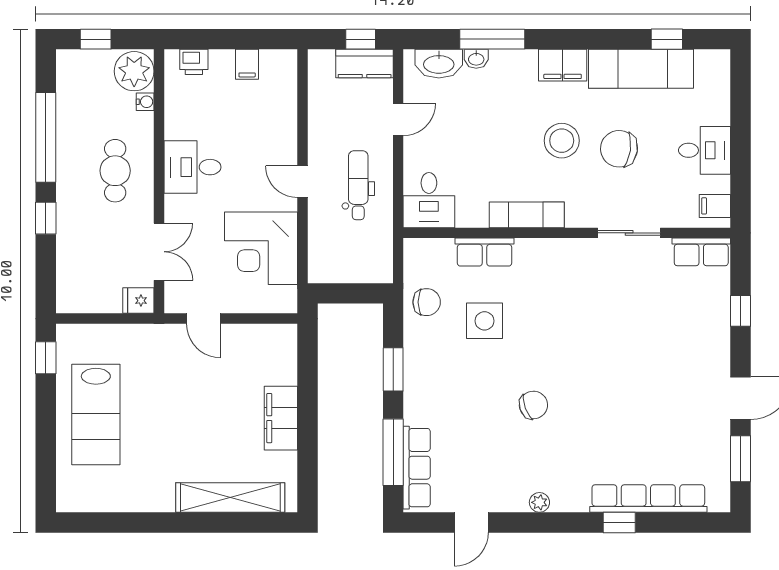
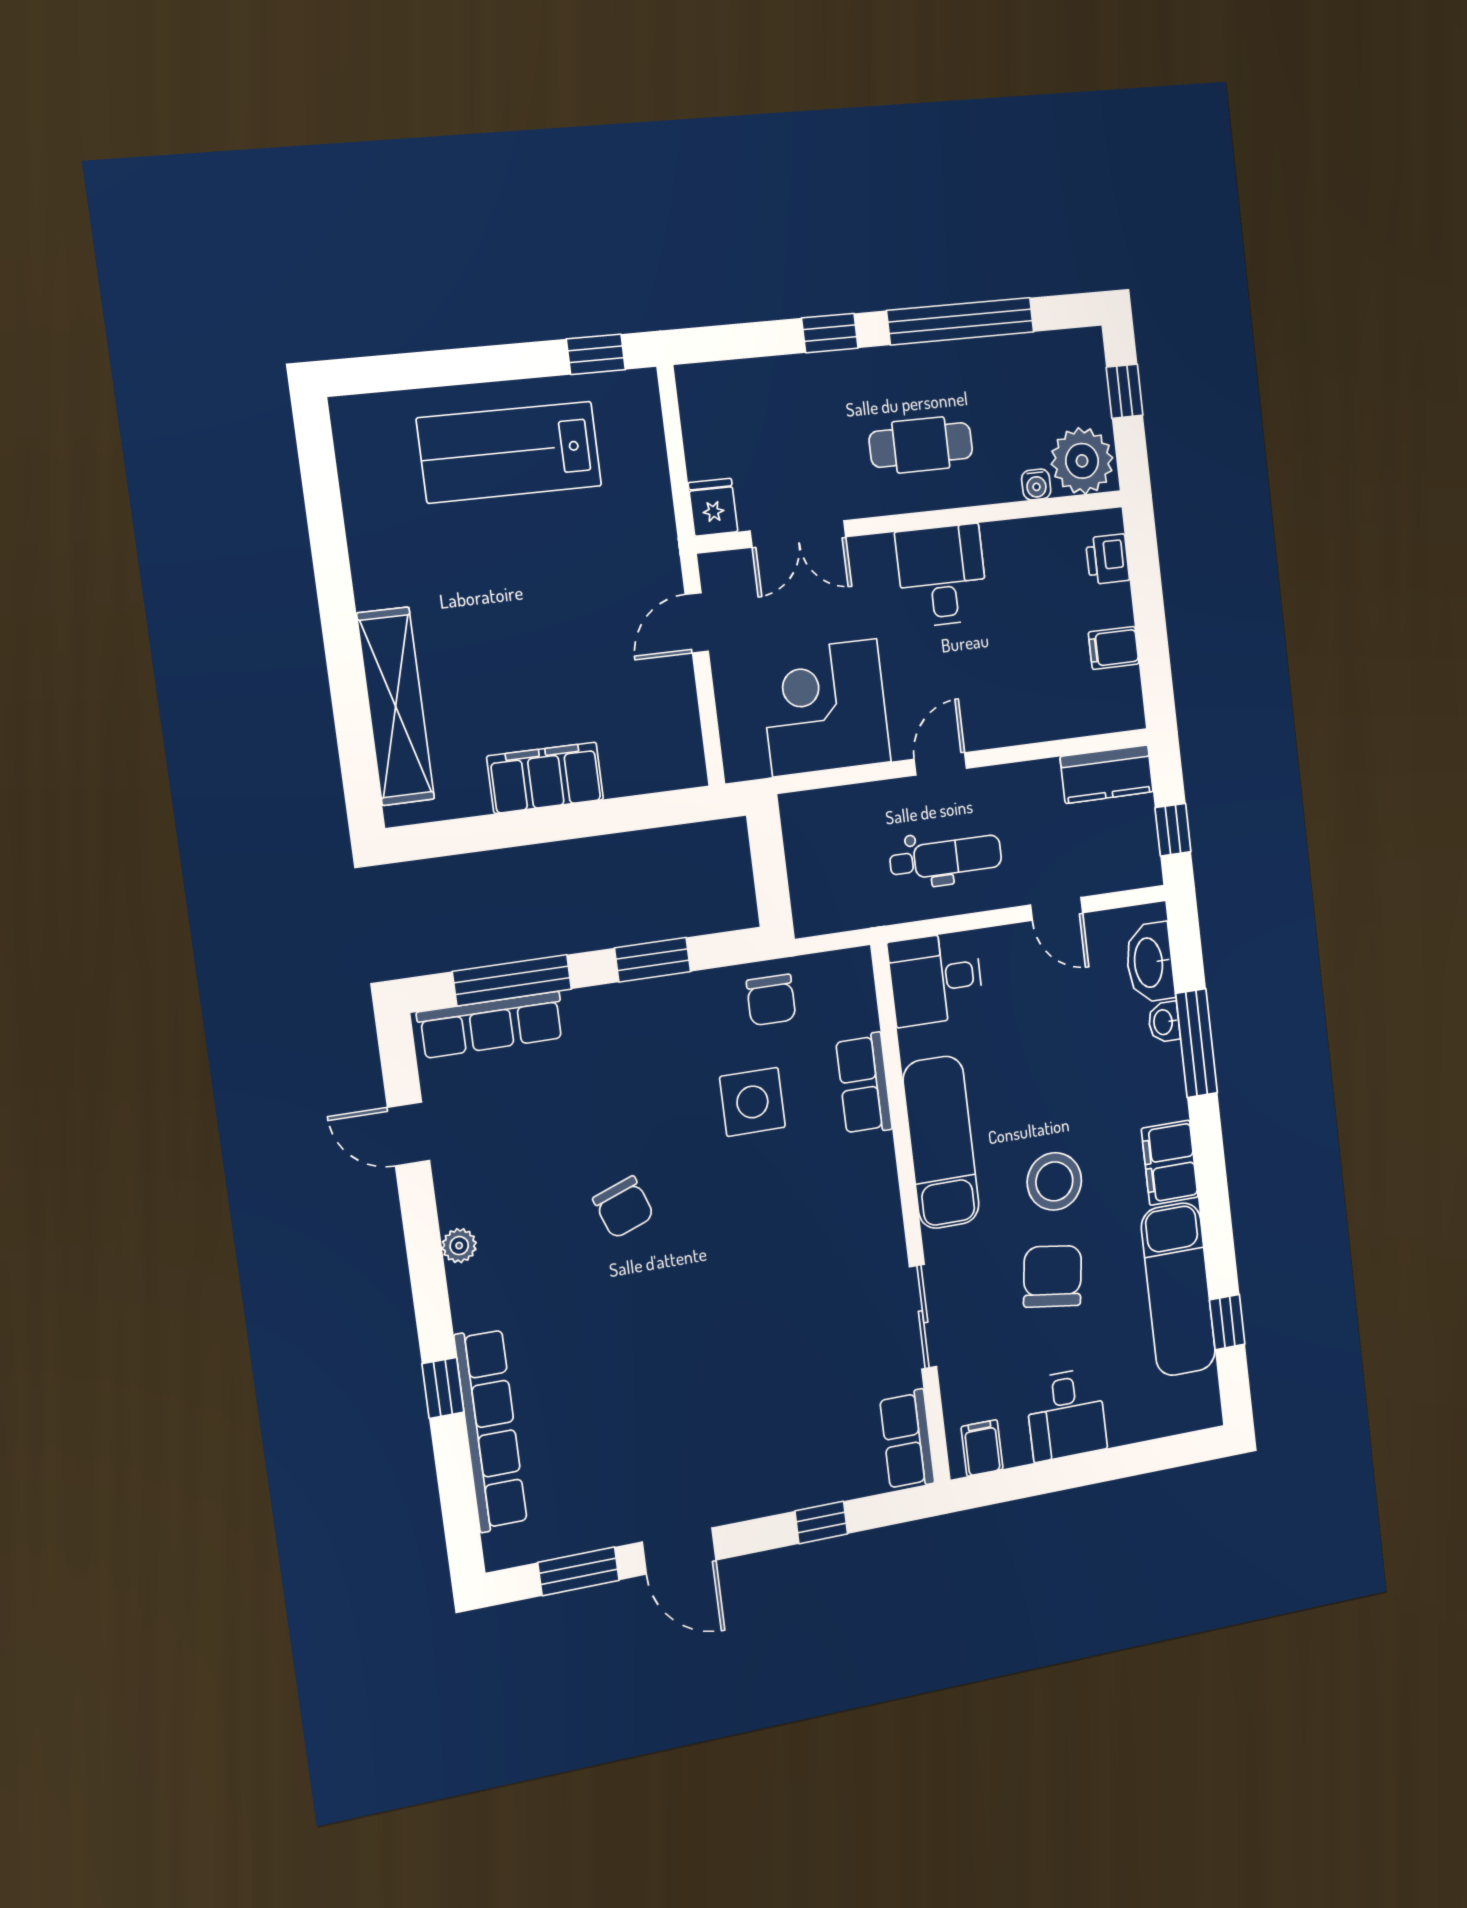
kitchen counter: (365, 63) -> (1107, 774), moved, turned -90
exam couch: (527, 215) -> (941, 1142), width x1.36, depth x1.45

